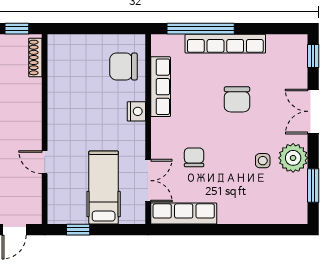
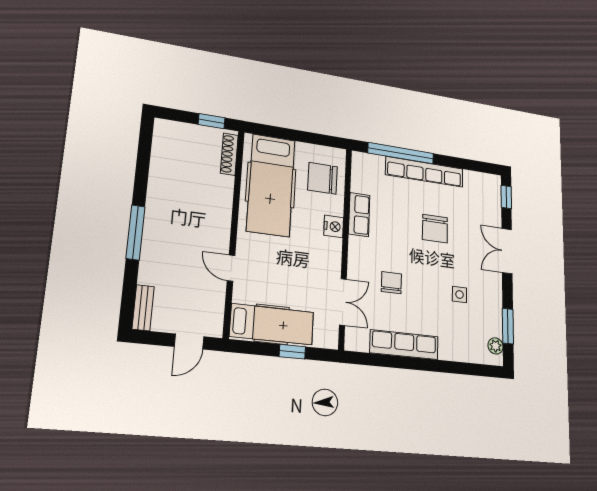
hospital bed: (75, 81) -> (271, 185), added
row of seats: (161, 87) -> (359, 215), width x0.68
plant: (293, 158) -> (495, 346), moved, width x0.53, depth x0.53
hospital bed: (104, 188) -> (272, 324), moved, turned 90
row of seats: (184, 214) -> (404, 345), moved
window: (78, 230) -> (292, 352), moved

